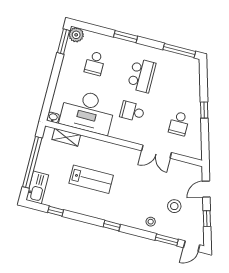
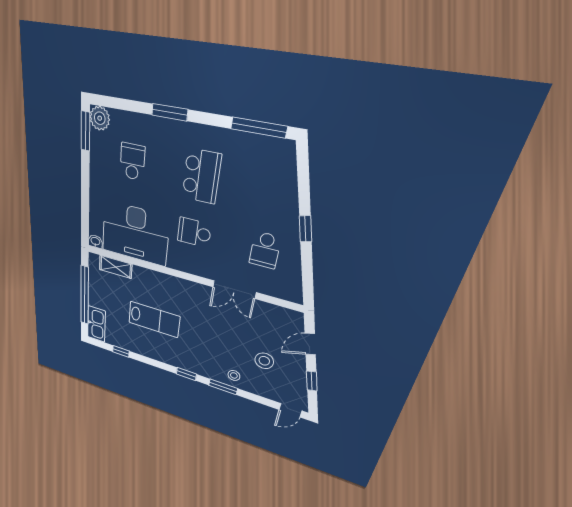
school desk: (95, 63) -> (132, 162), turned 180
window: (167, 240) -> (223, 387), moved

